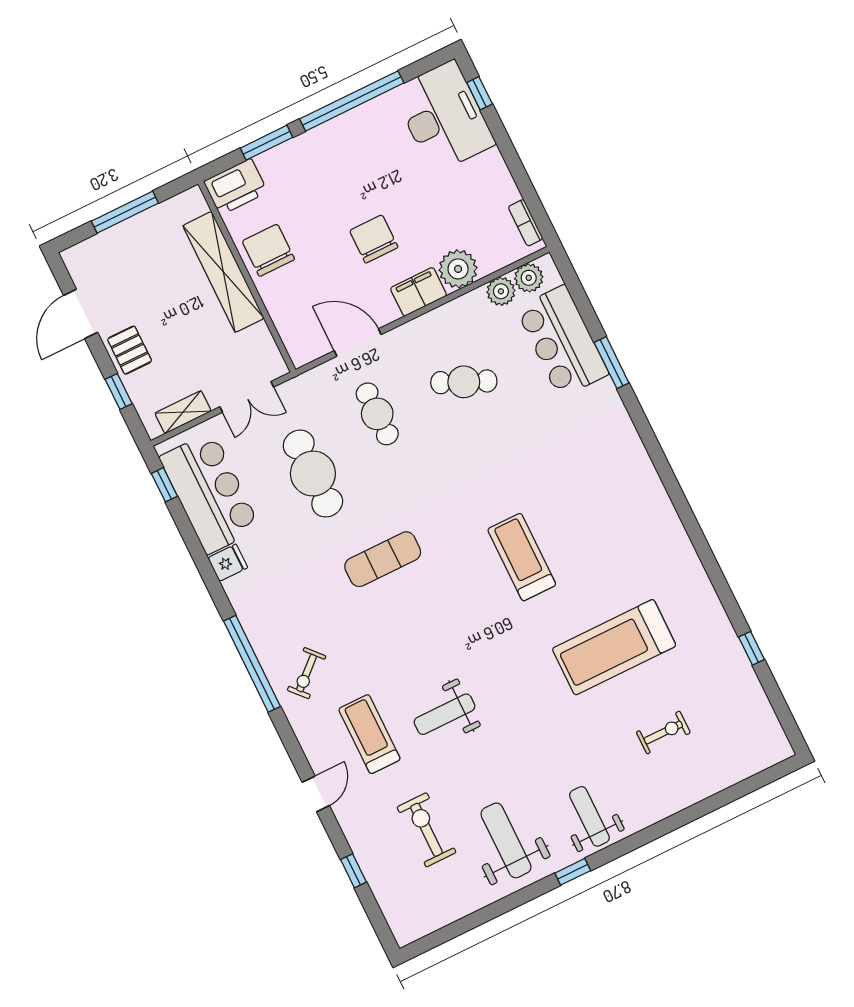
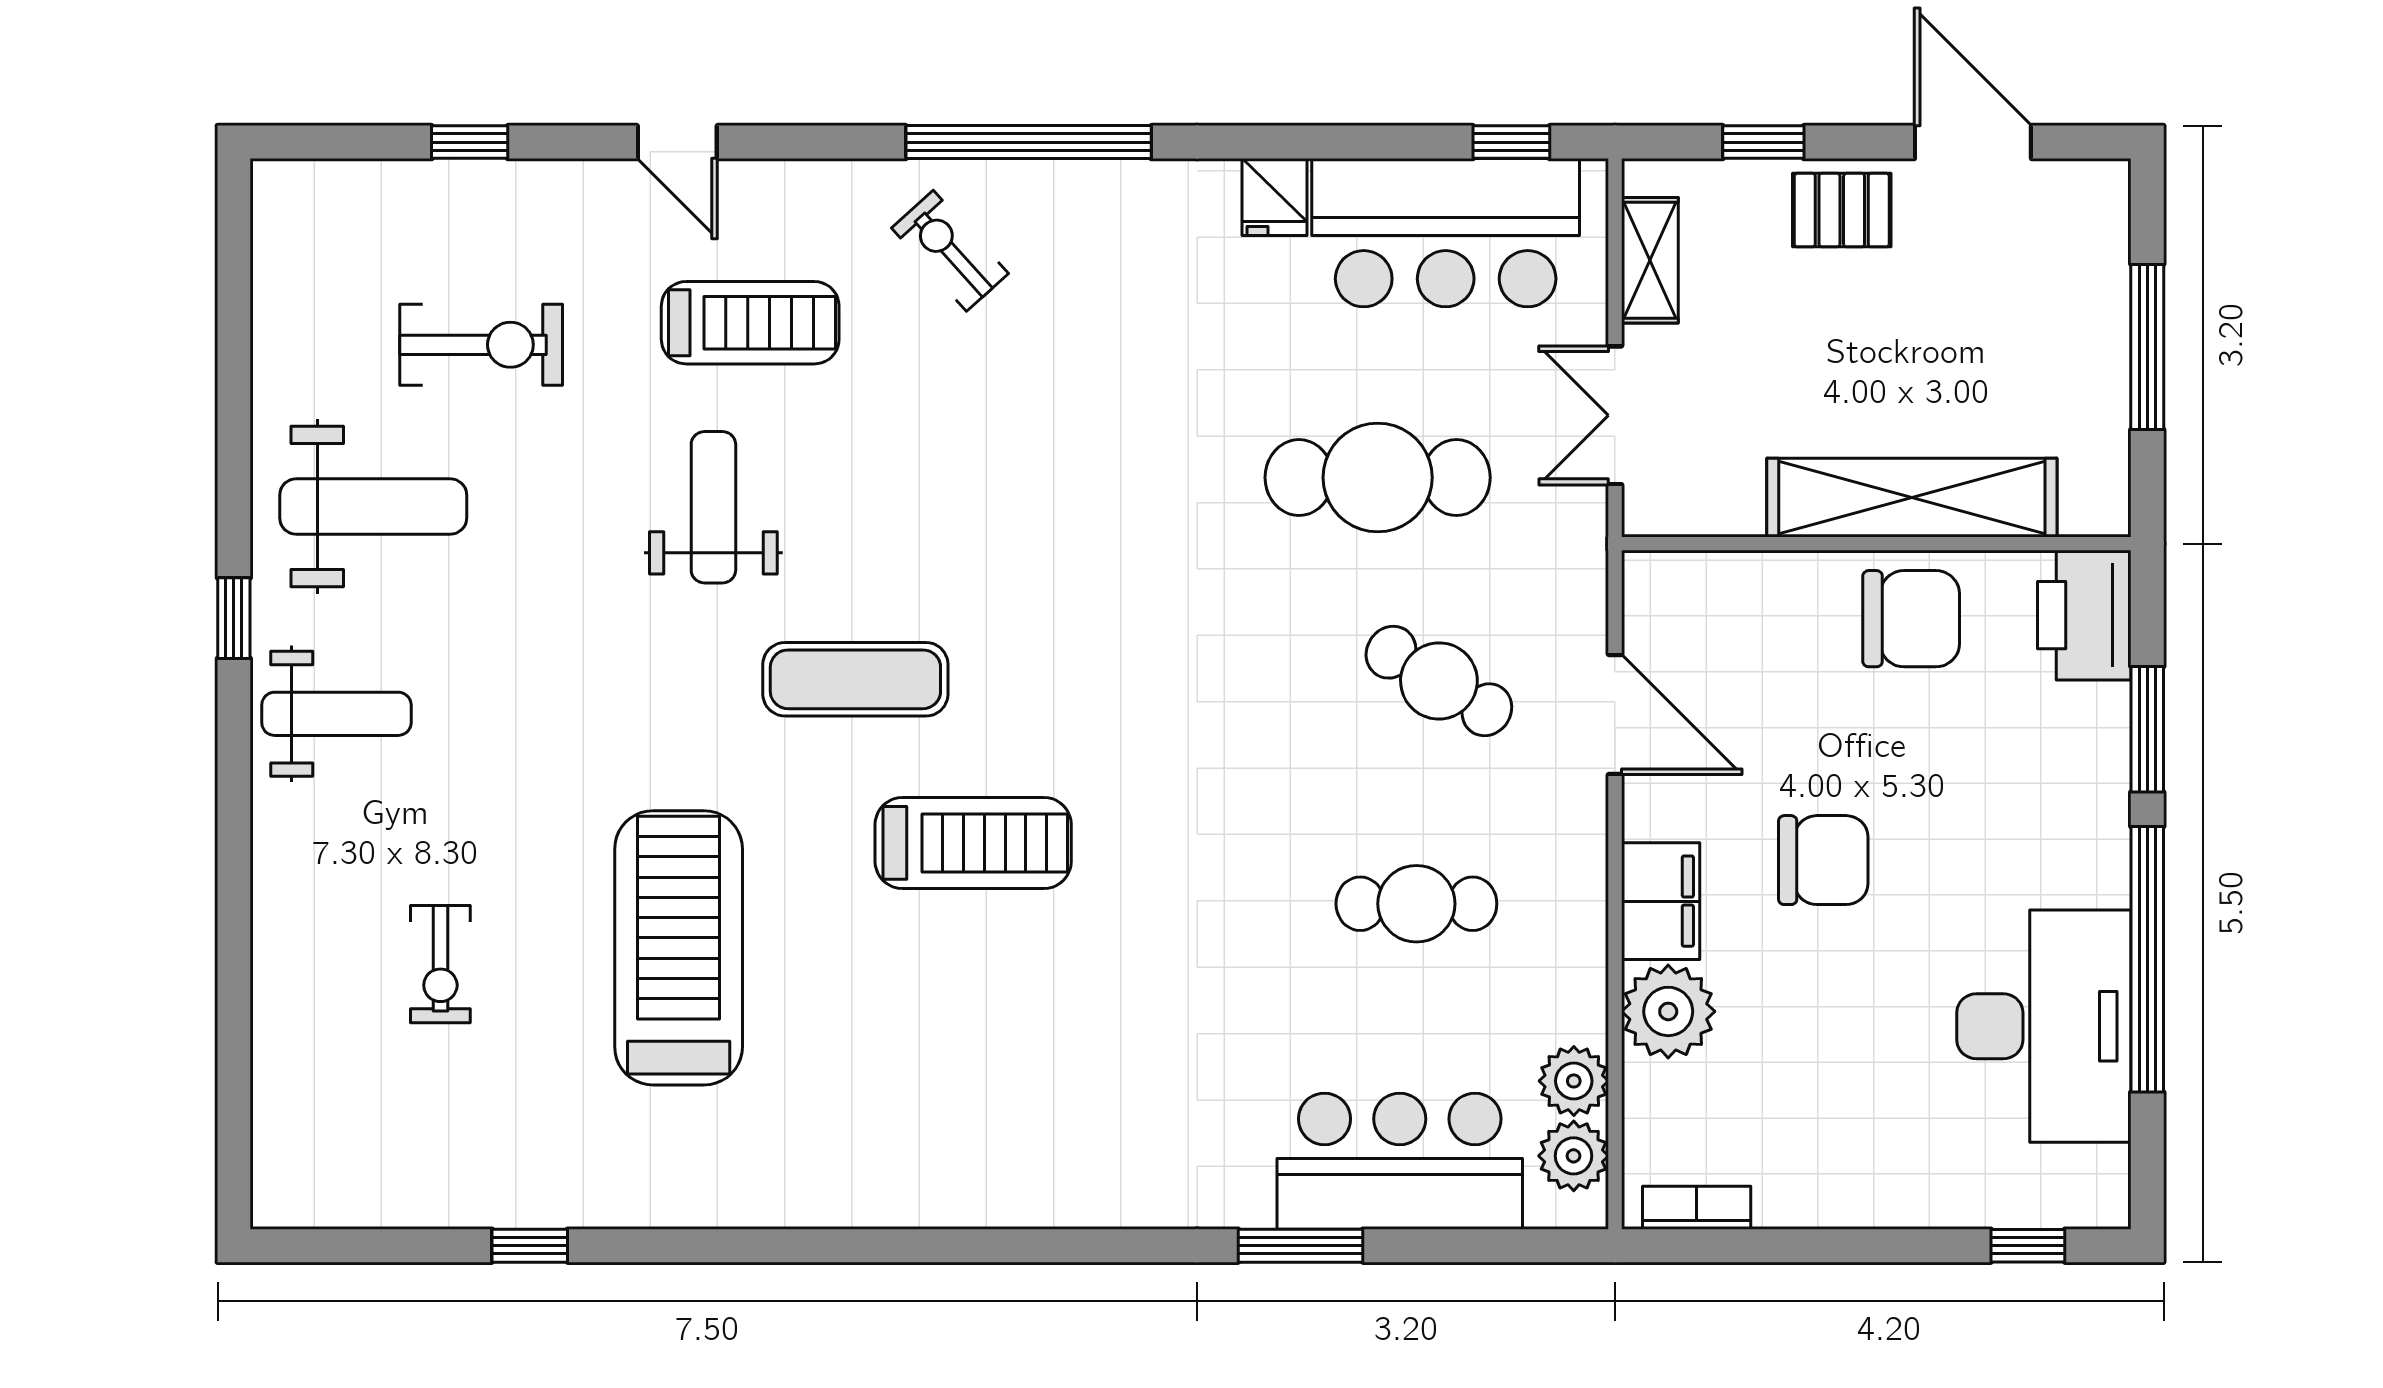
desk: (444, 117) -> (2044, 1026), moved, turned -90
door: (358, 343) -> (1615, 715), hinge flipped
cafe table: (464, 382) -> (1416, 904), turned 66
cafe table: (377, 414) -> (1439, 681), turned 31
exercise mat: (383, 559) -> (855, 679), moved, turned 90

